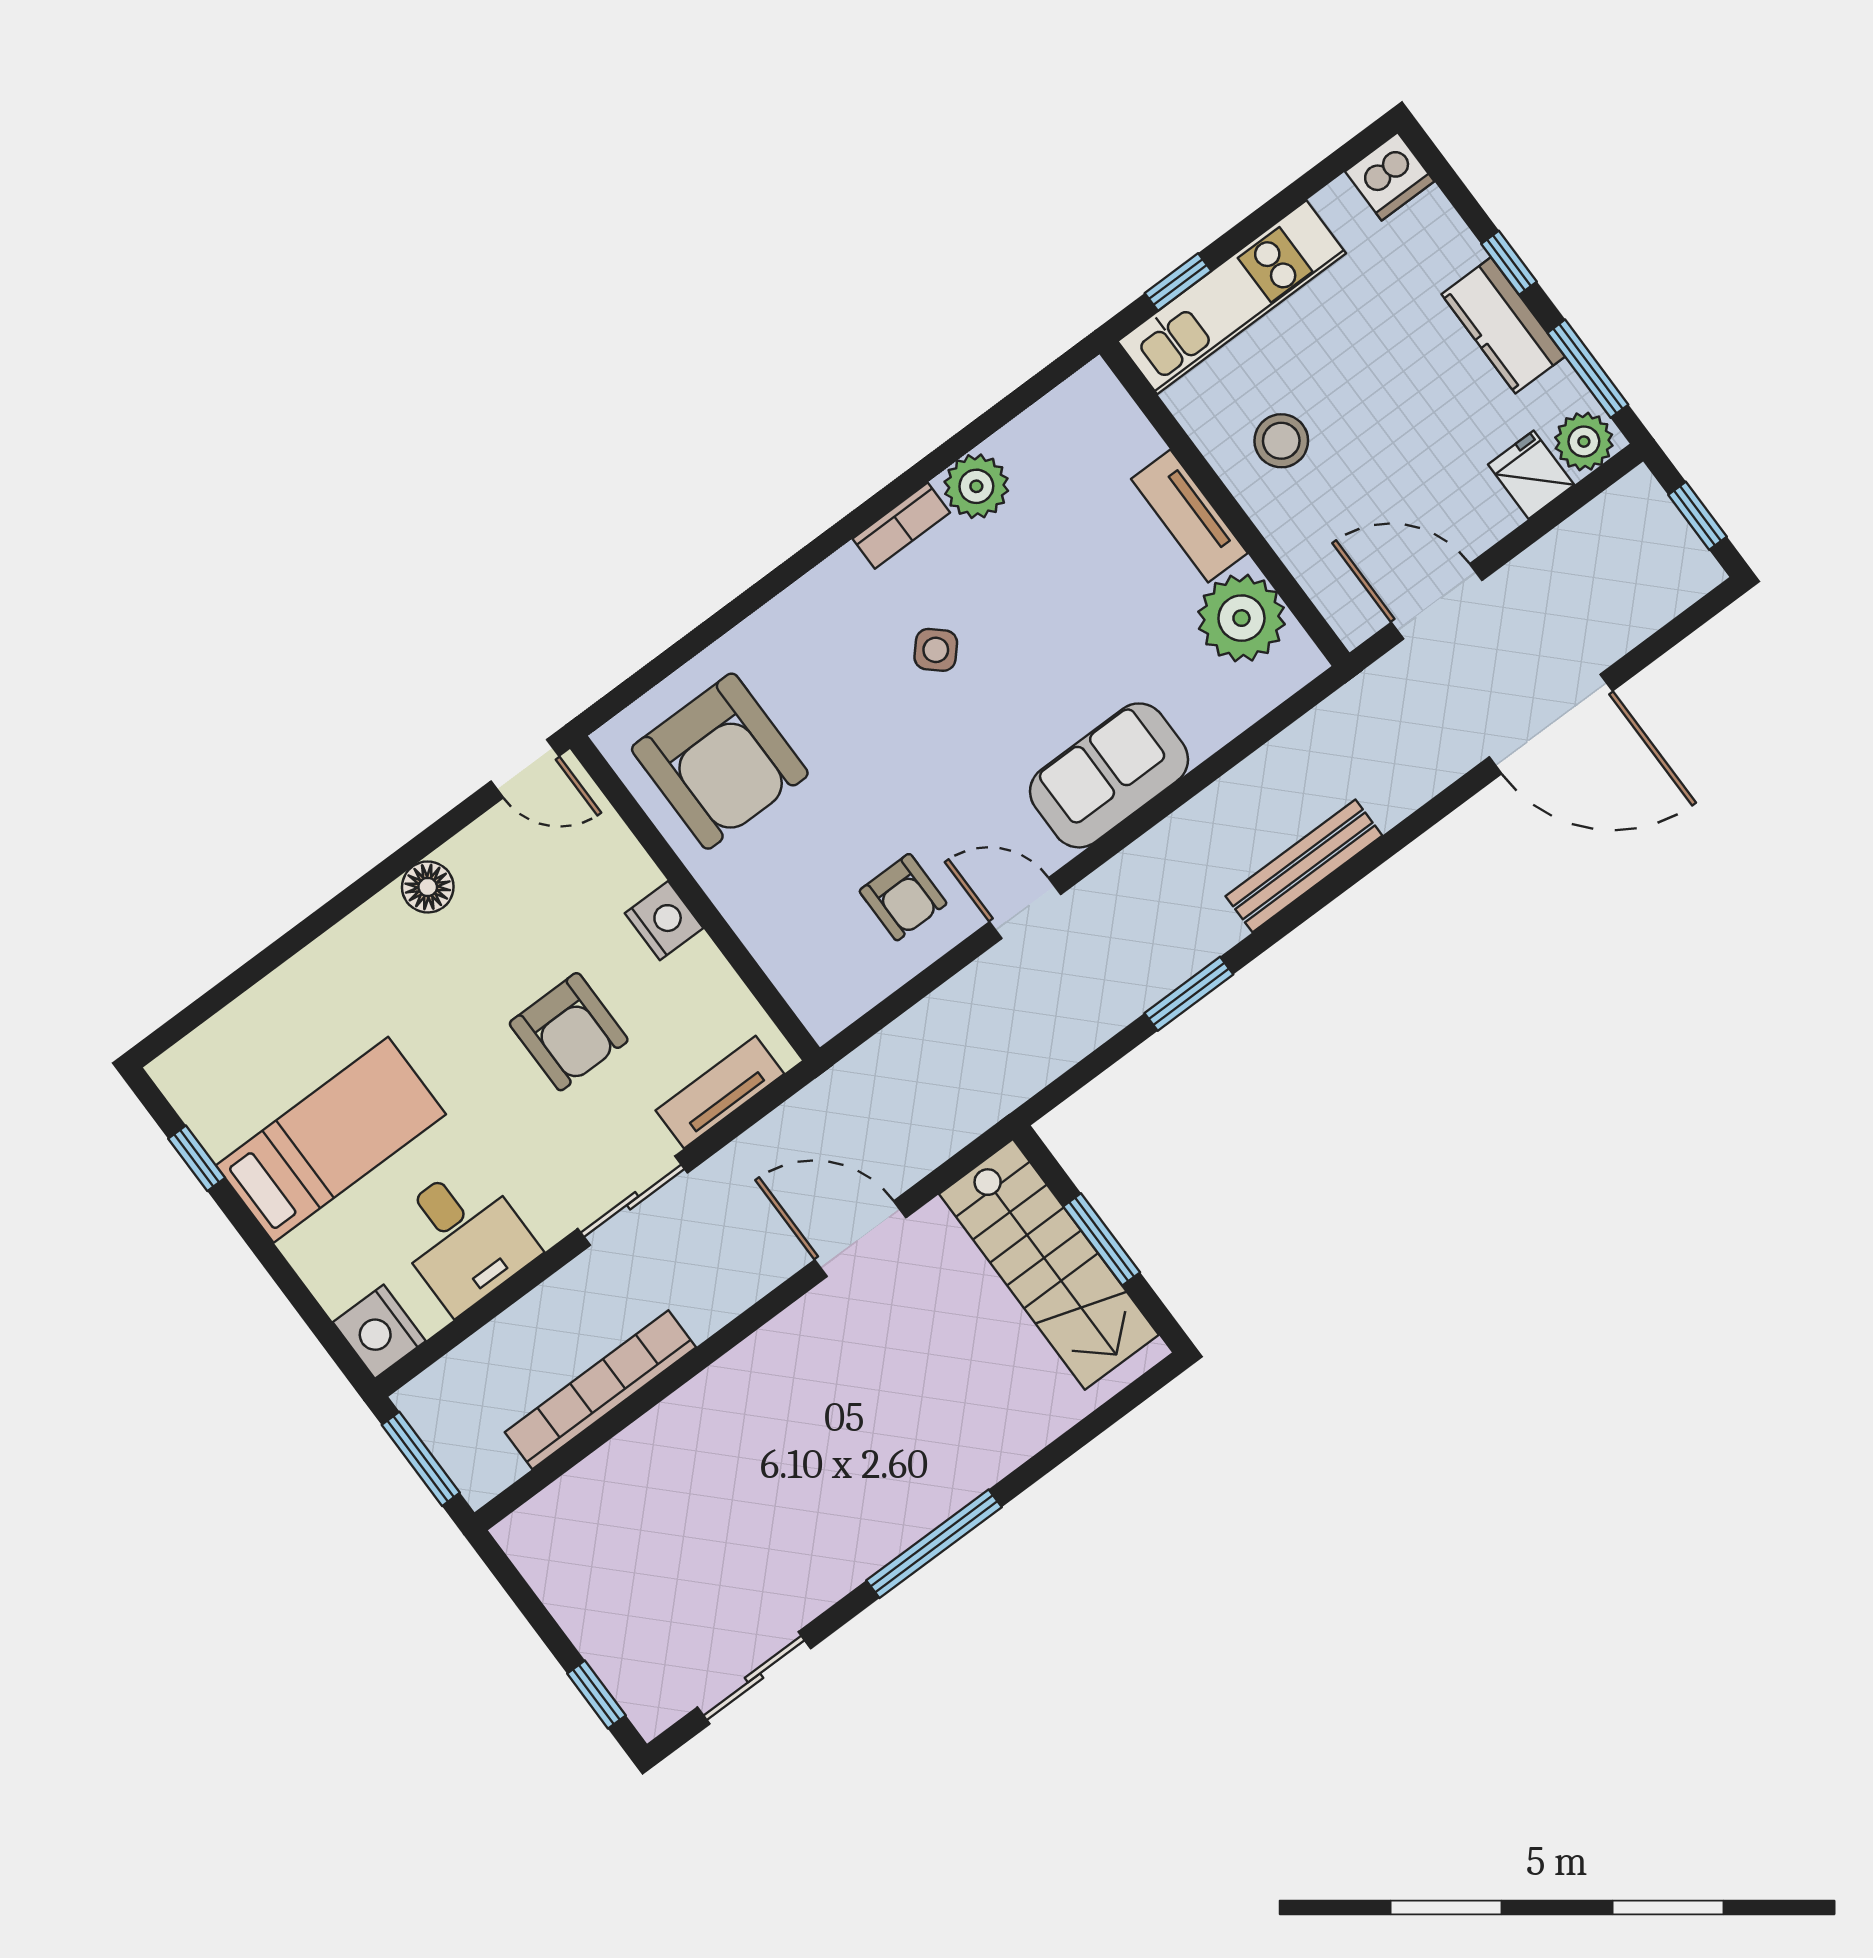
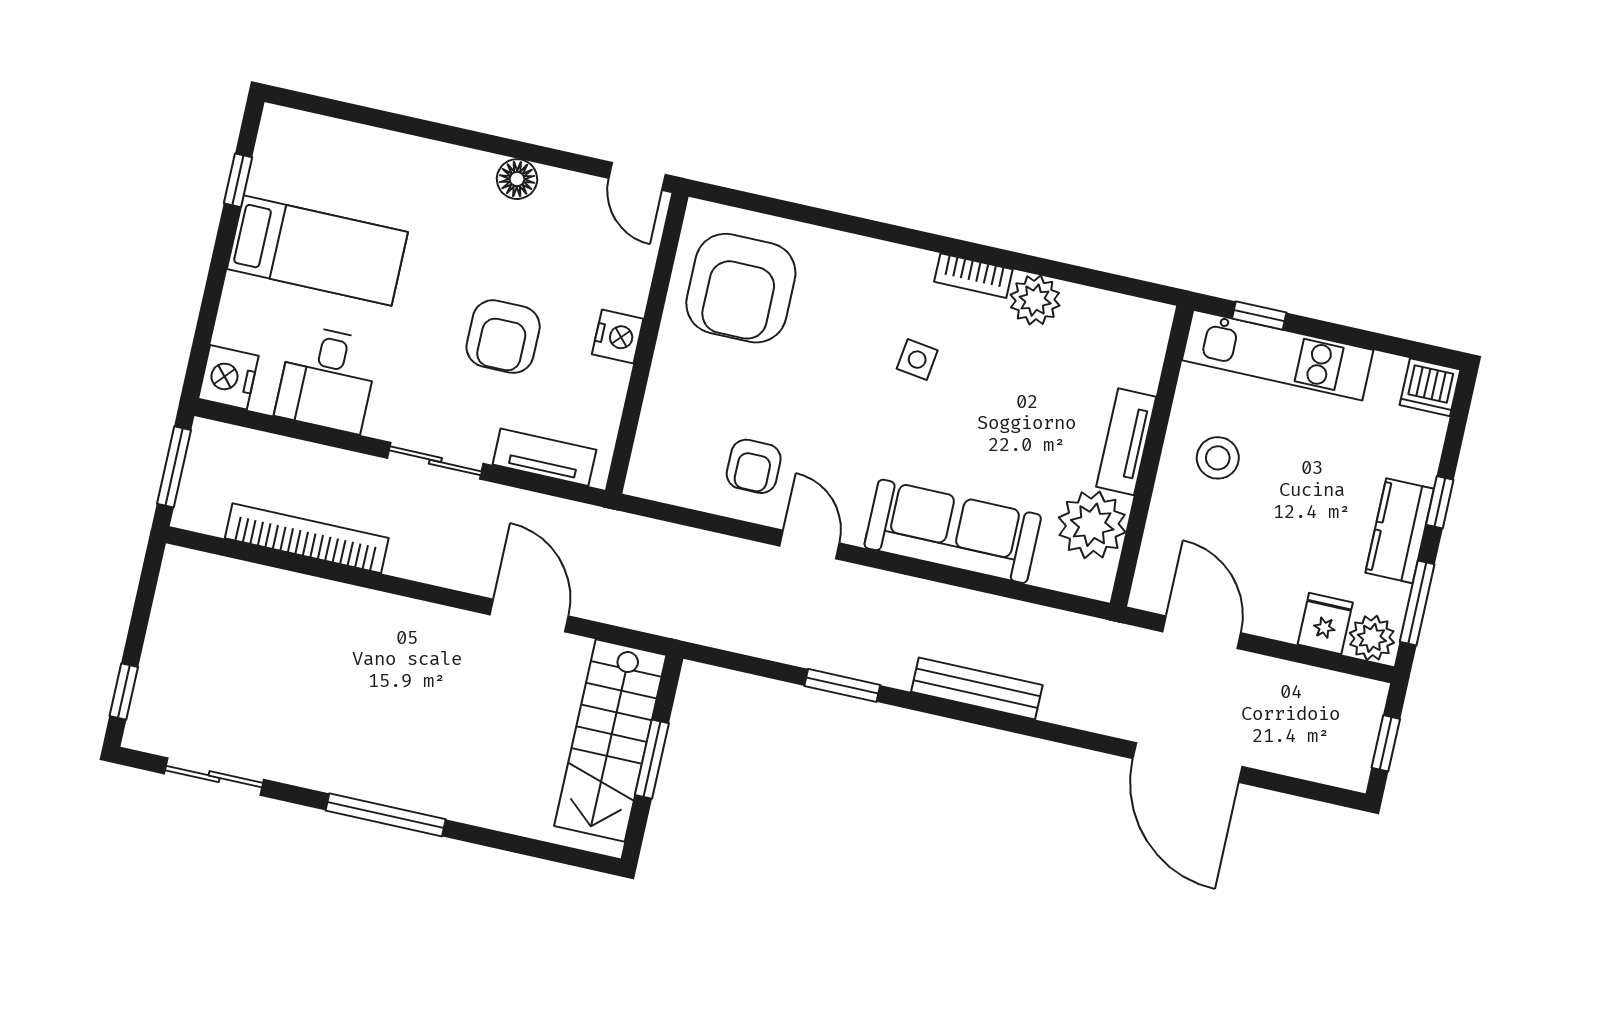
side table: (936, 650) -> (917, 360), turned -34
sofa: (1109, 775) -> (953, 531), width x1.36

